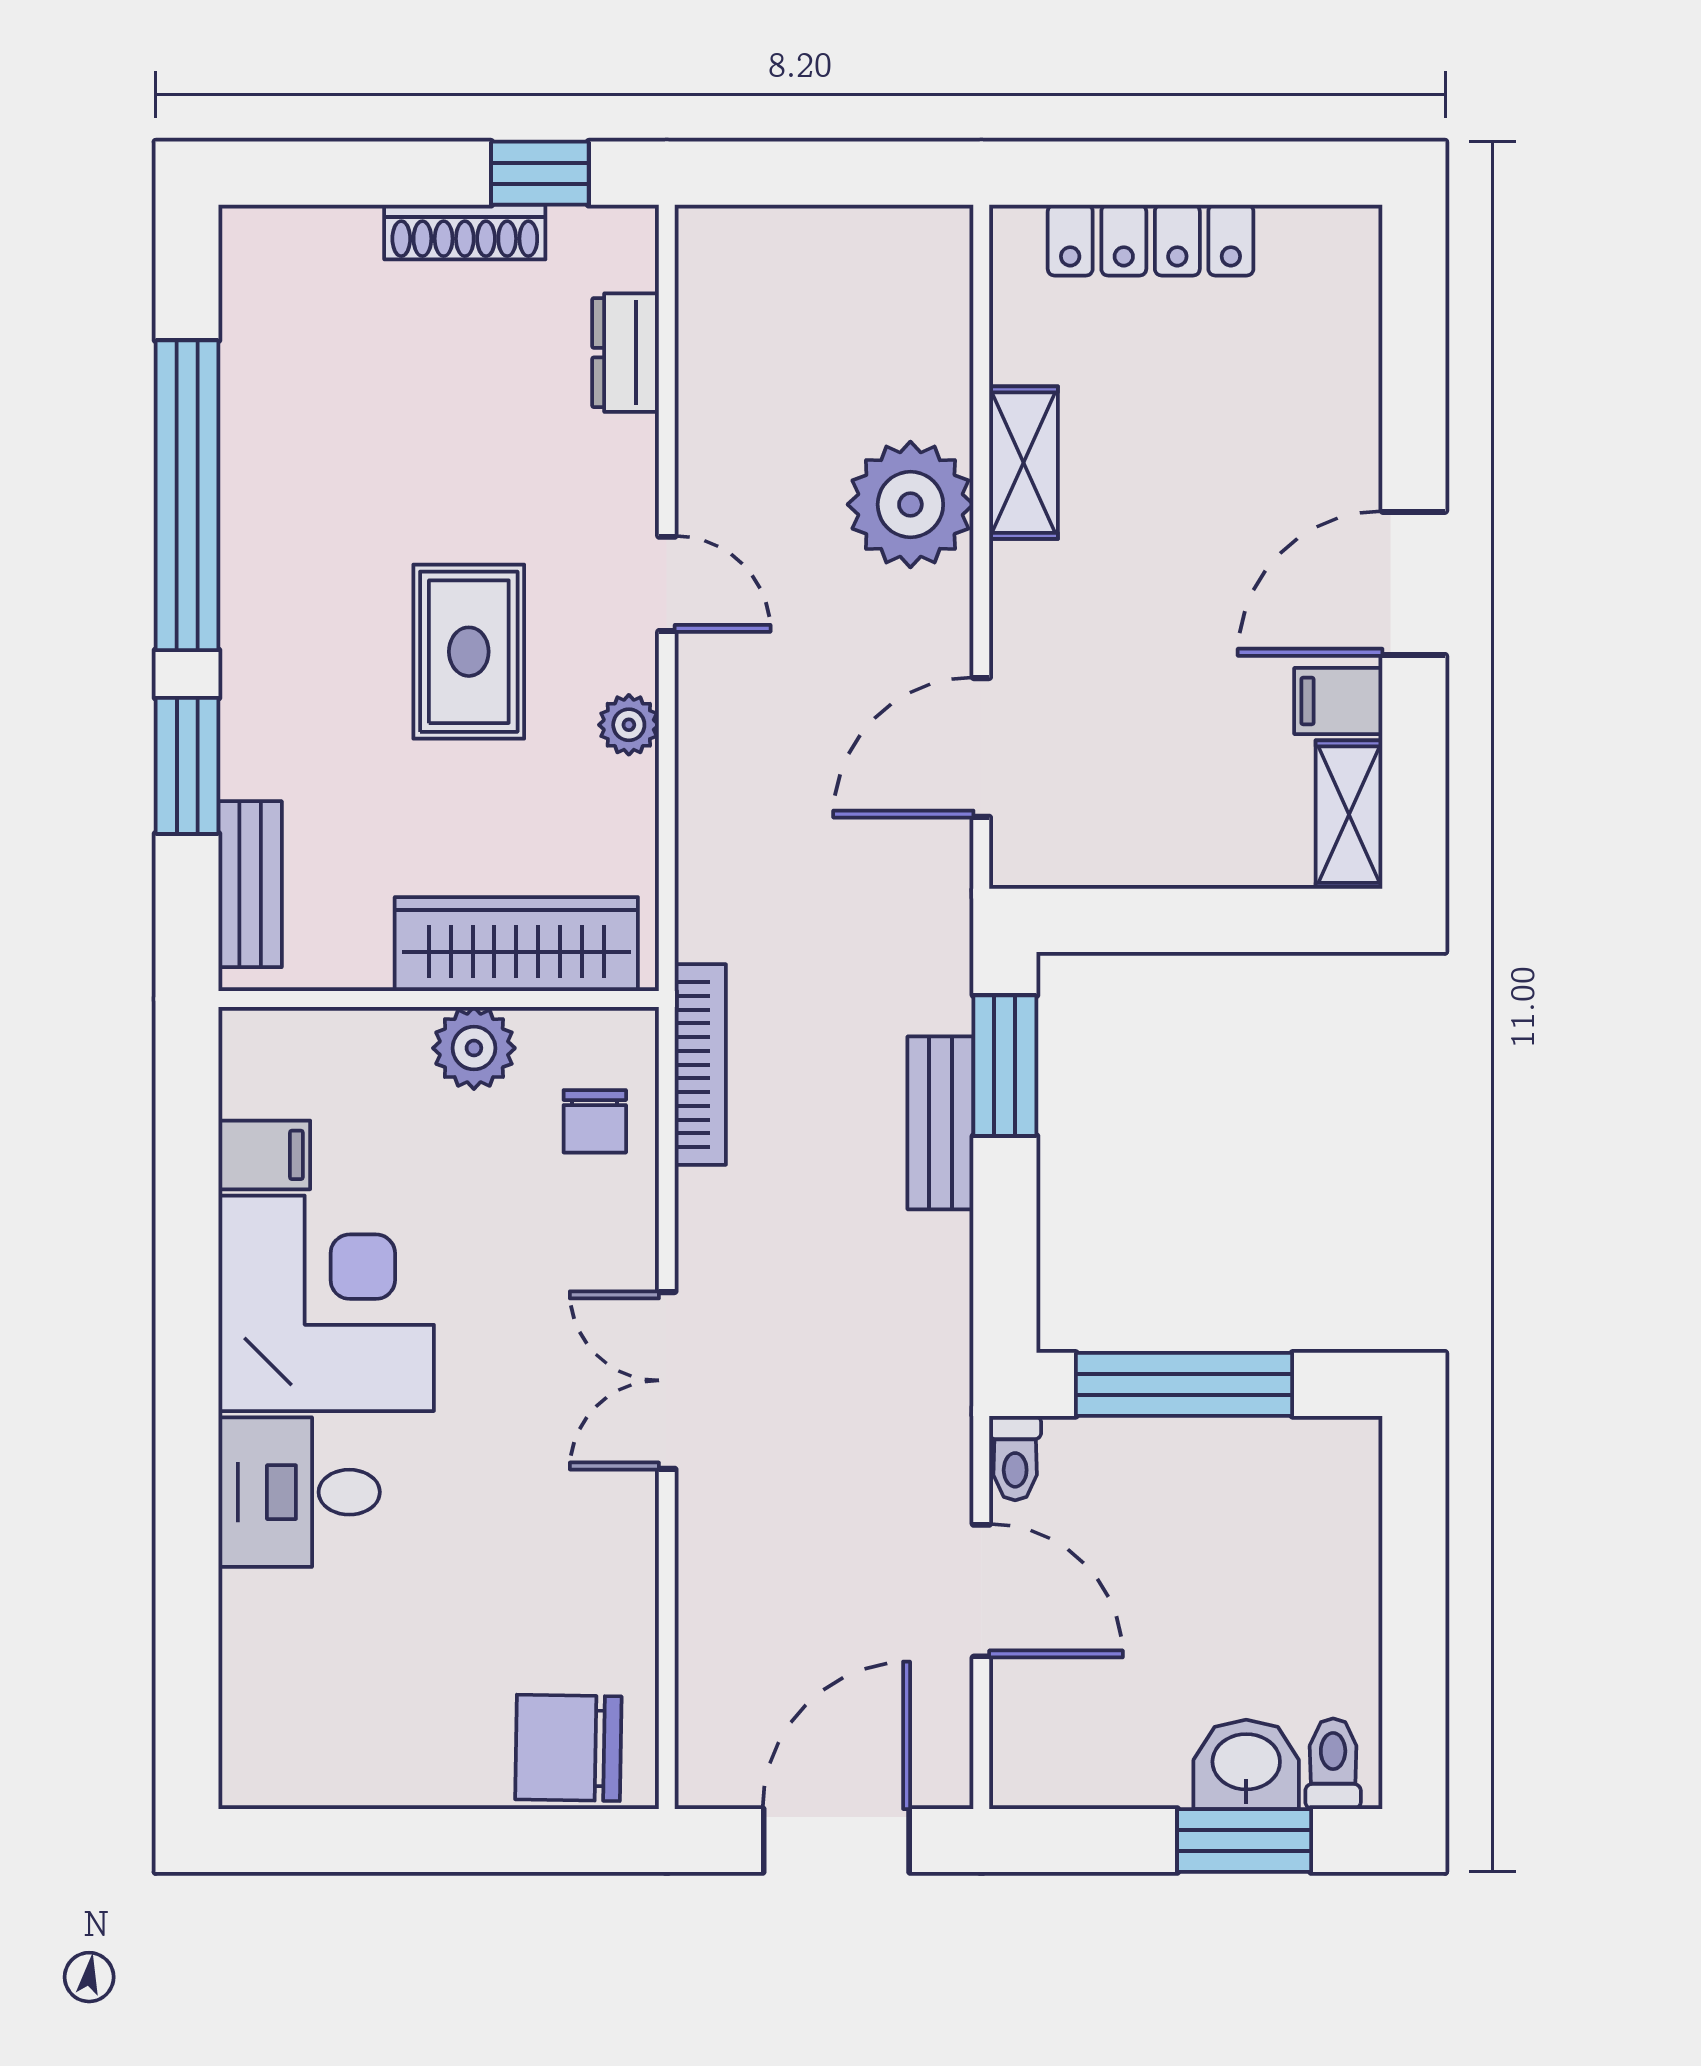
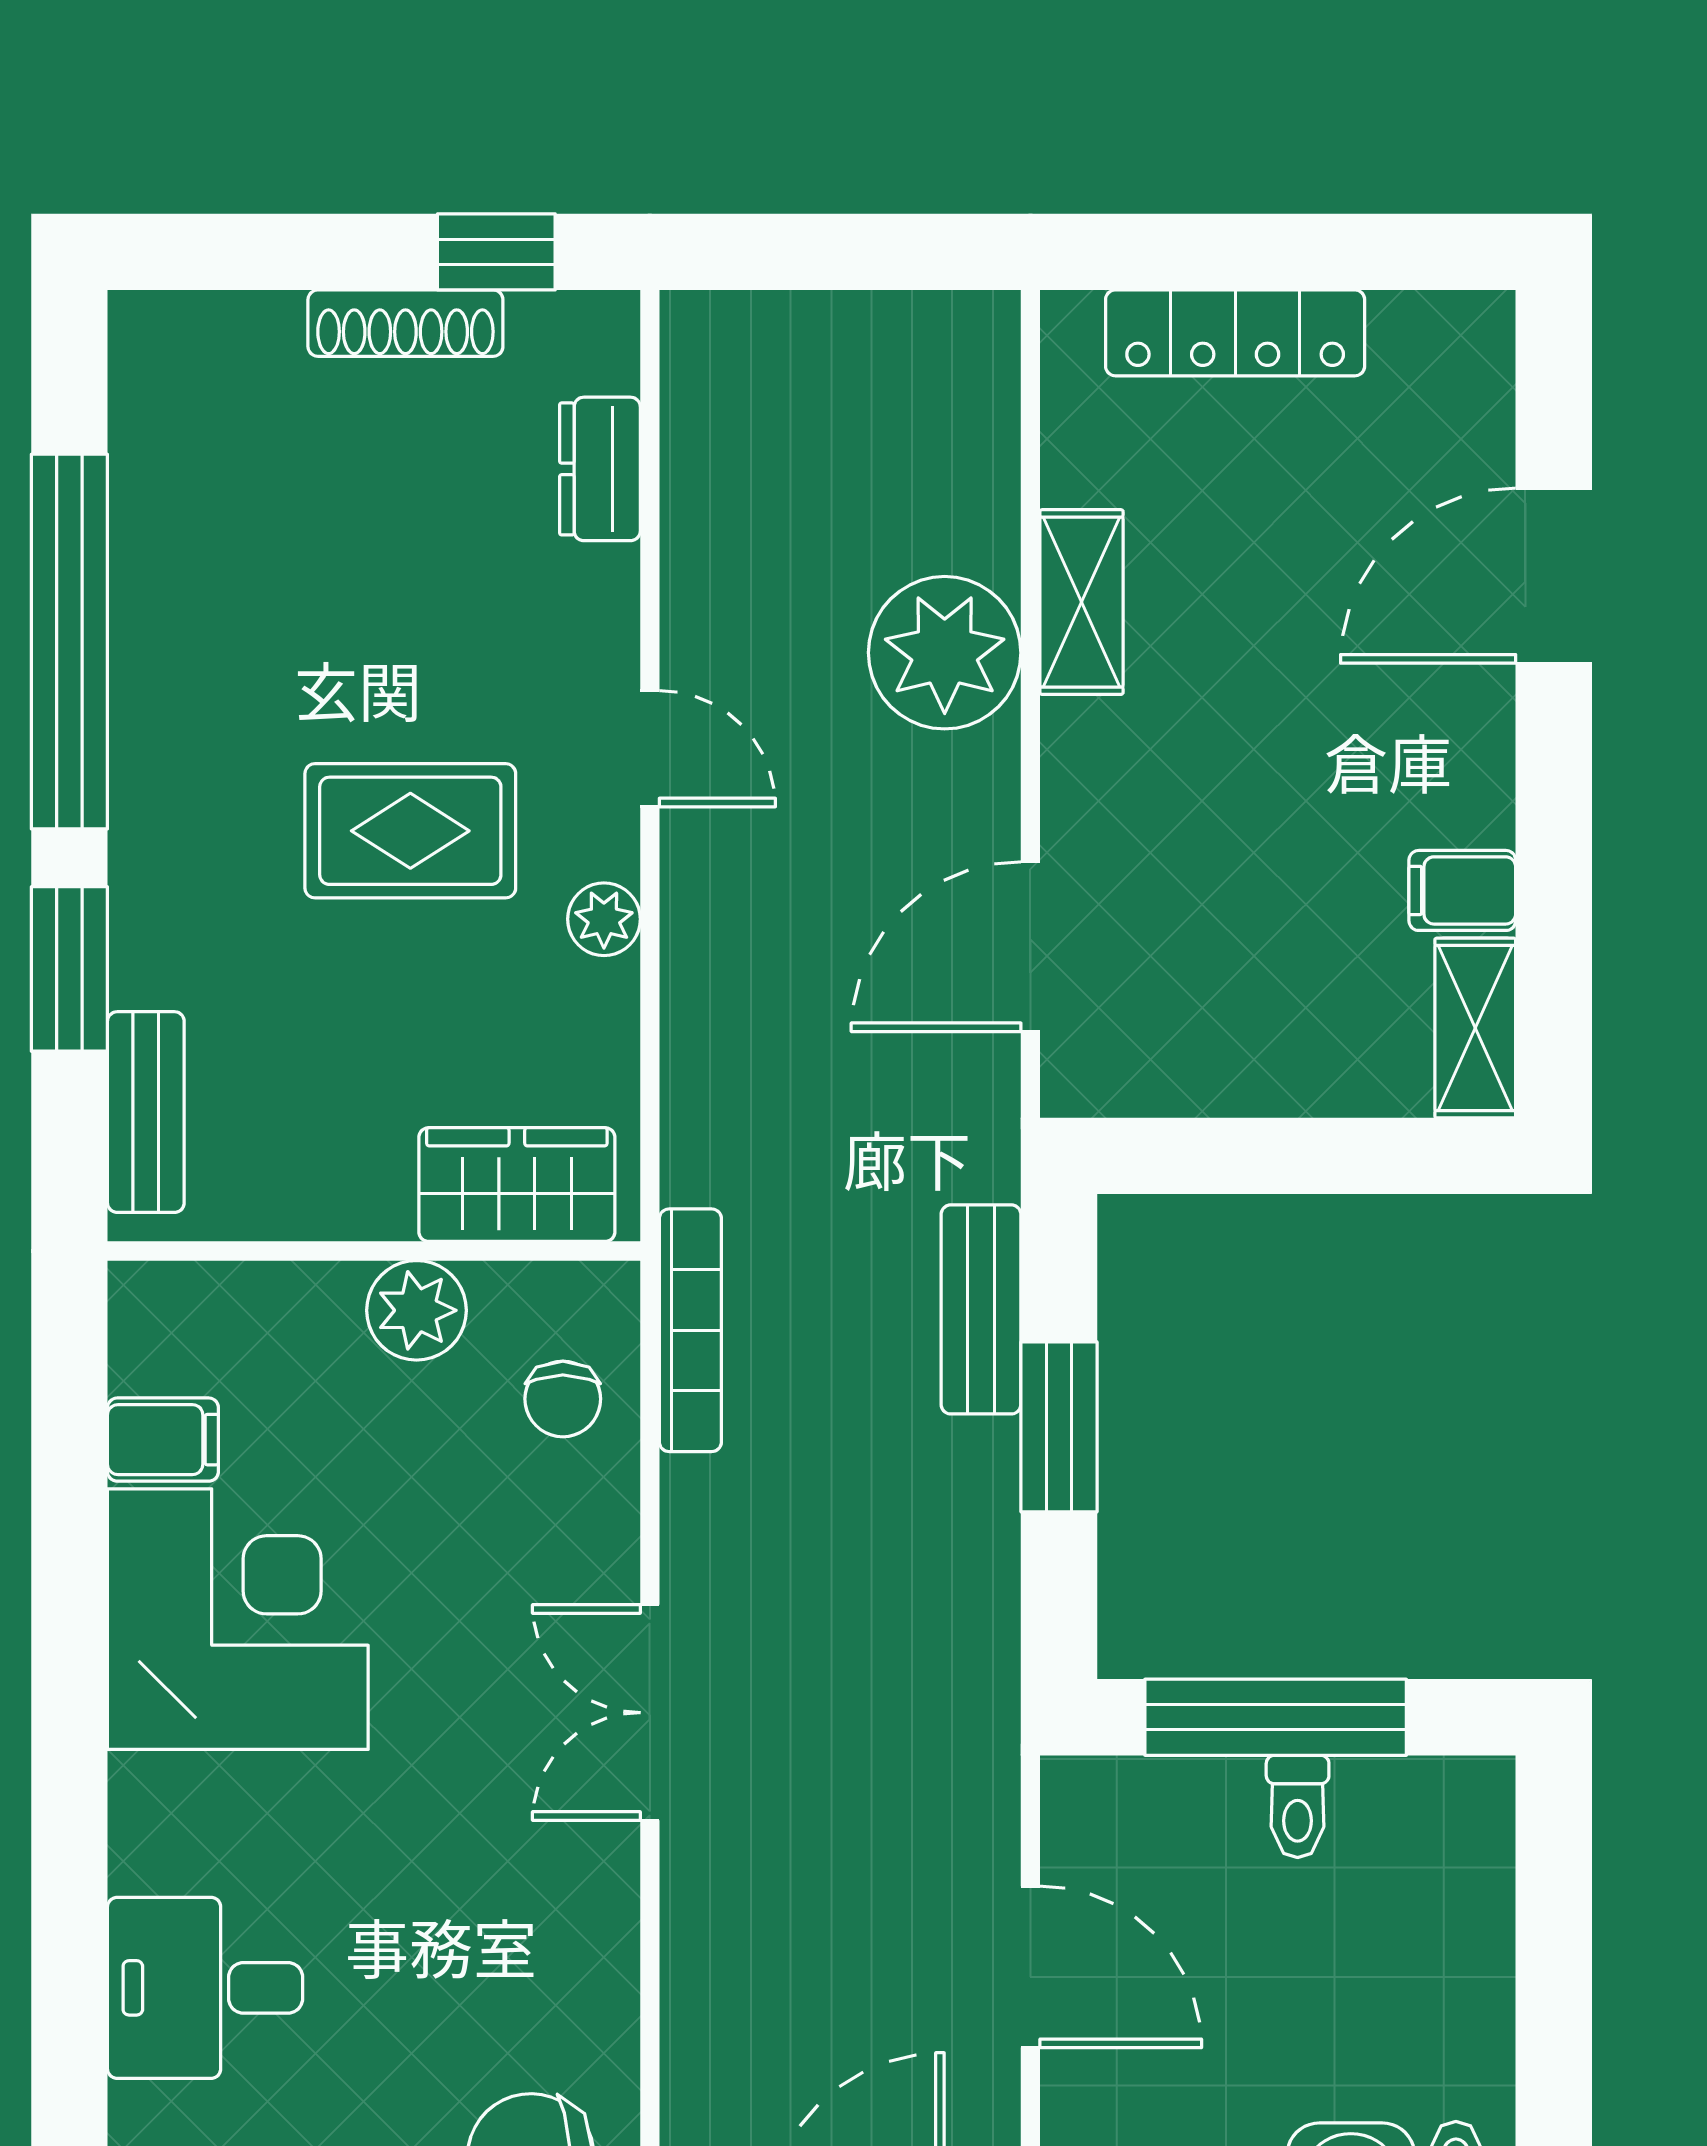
door: (1414, 583) -> (1554, 576), moved
rug: (469, 652) -> (410, 831), turned 90
wardrobe: (516, 944) -> (517, 1185), width x0.67
window: (1005, 1066) -> (1059, 1427), moved
bench: (940, 1123) -> (981, 1309), moved
toilet: (1015, 1458) -> (1298, 1806), moved
desk: (299, 1492) -> (205, 1988), moved

